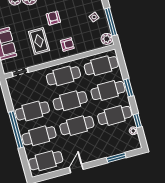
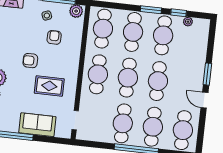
armchair: (67, 44) -> (54, 37), moved
window: (128, 88) -> (151, 10), moved
window: (116, 158) -> (207, 74), moved

